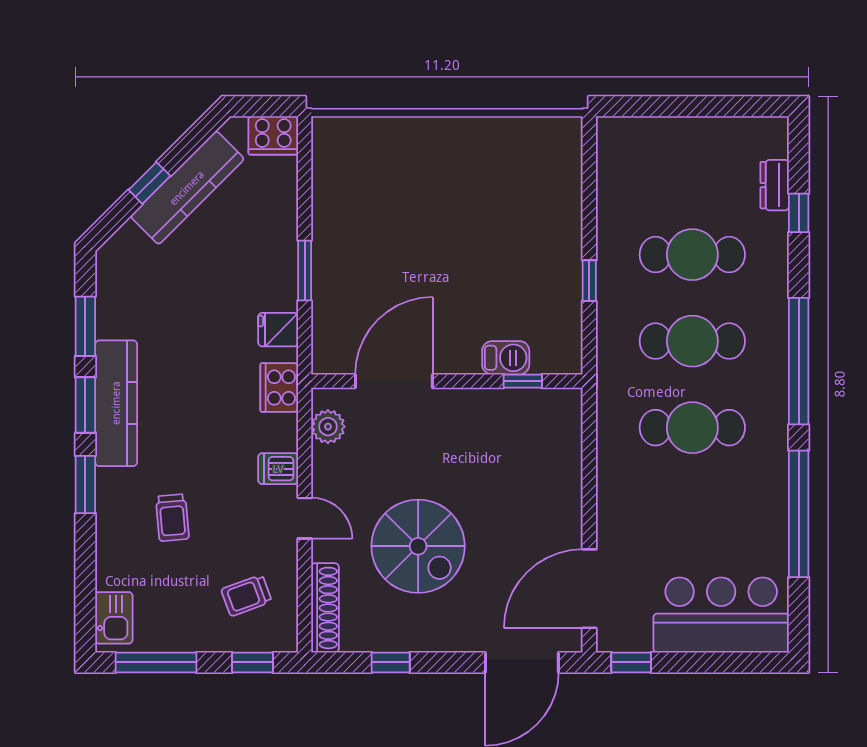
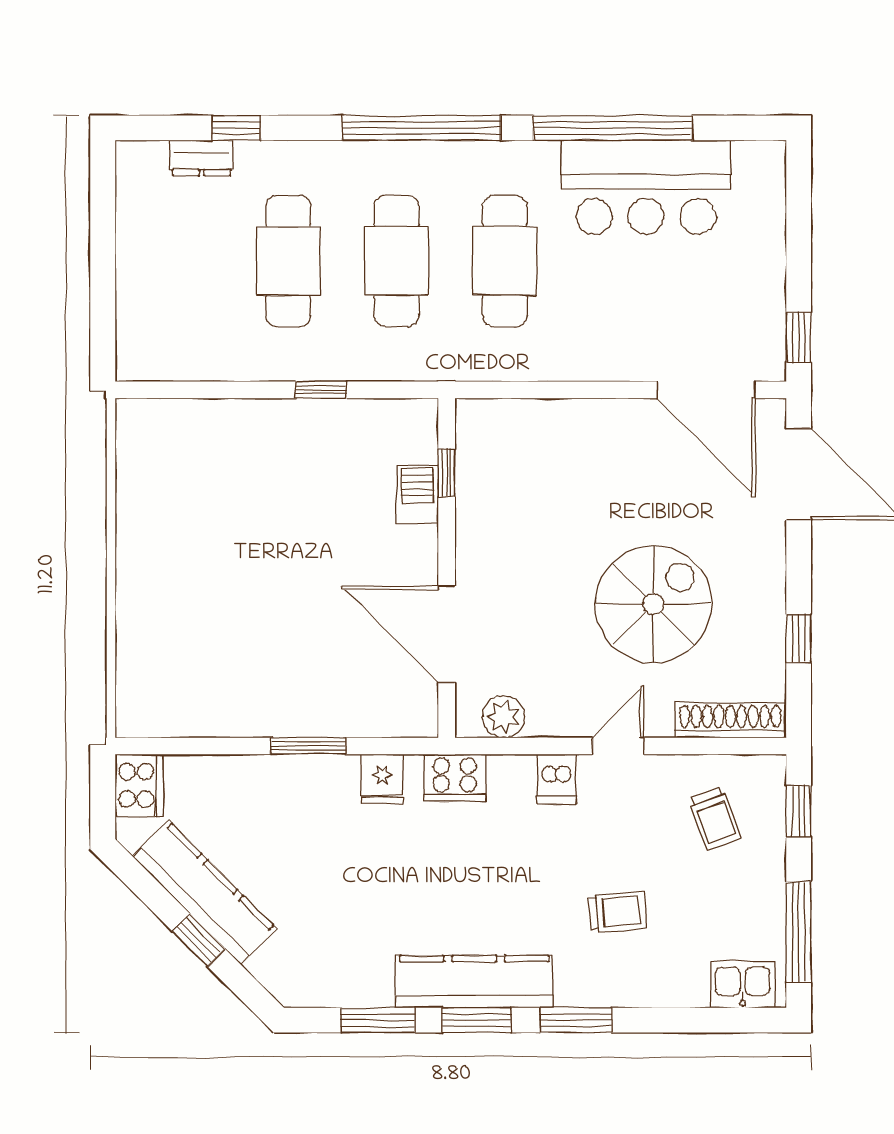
bar counter: (721, 615) -> (646, 187), moved, turned -90

